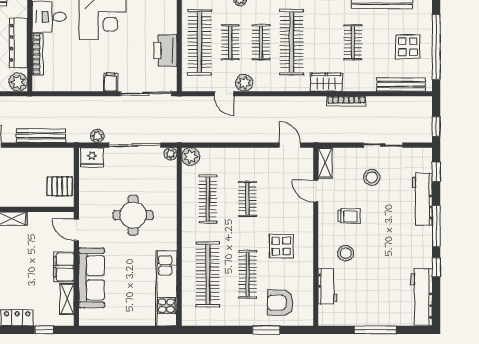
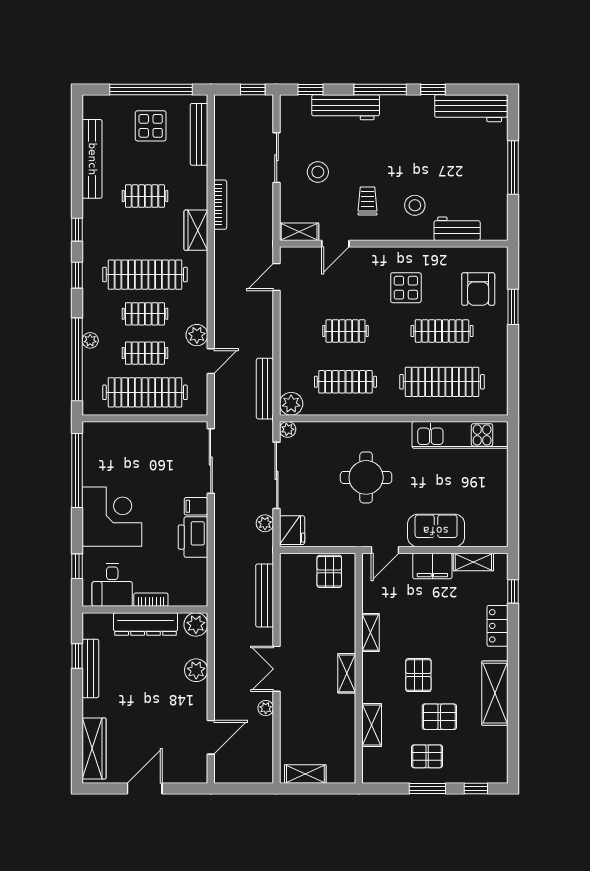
printer: (165, 50) -> (193, 537), moved, turned 90
bookcase: (38, 54) -> (151, 600), width x0.64
bench: (202, 136) -> (265, 389), added
sofa: (92, 278) -> (436, 530), width x0.73

